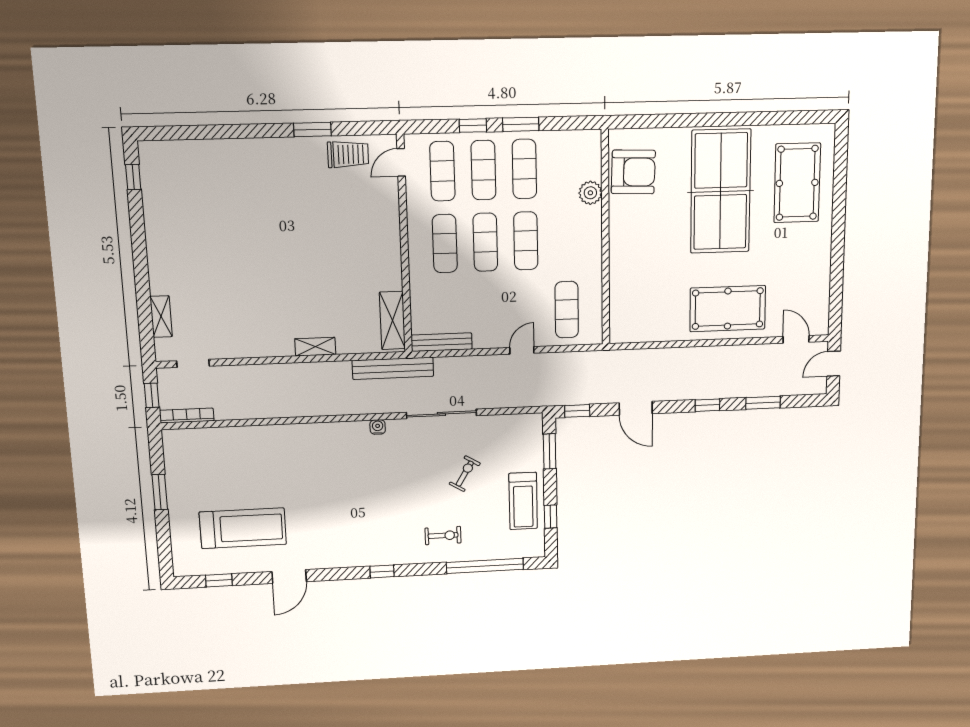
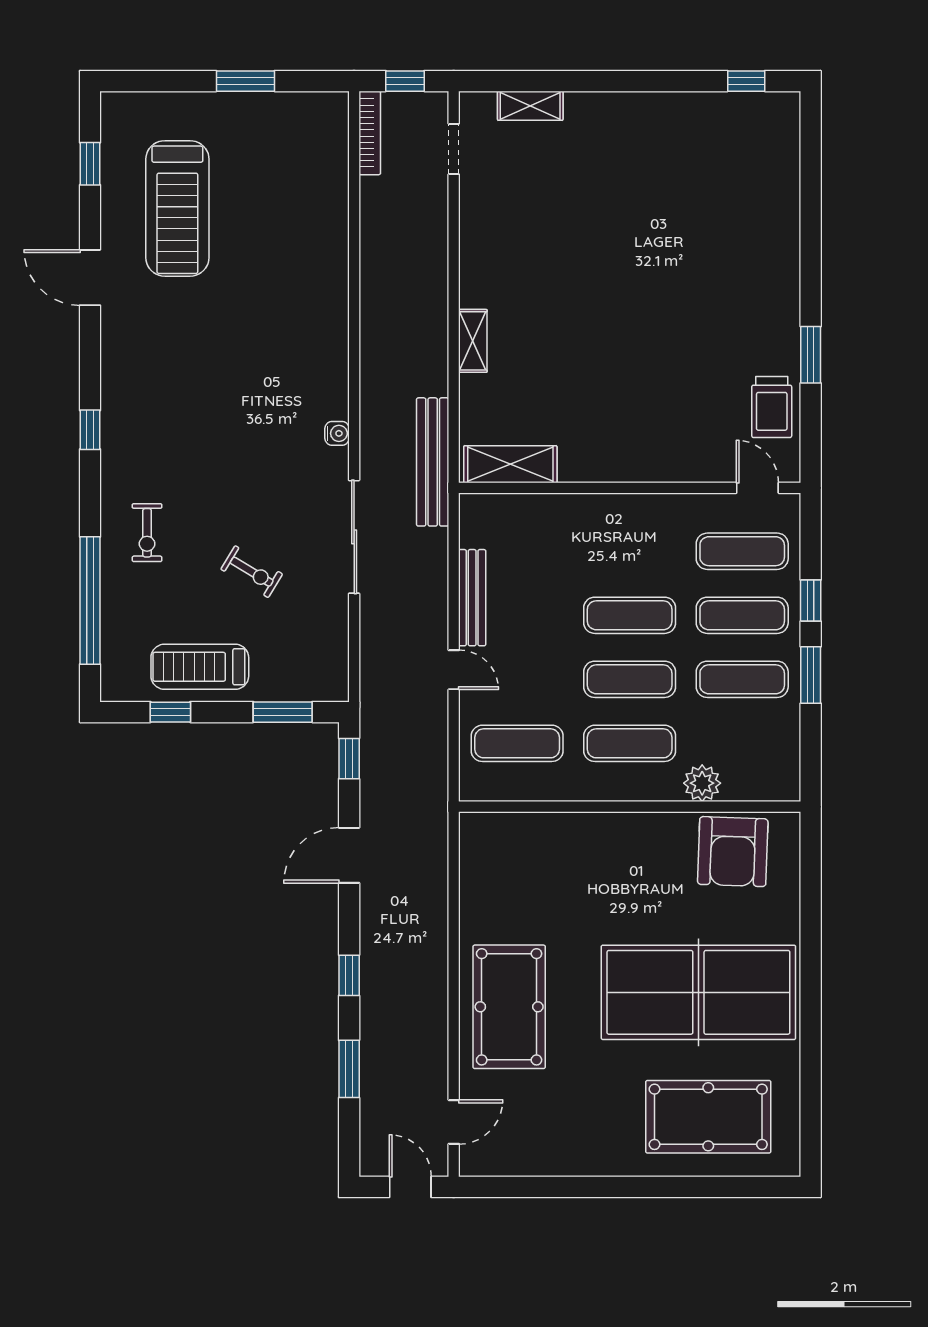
exercise mat: (445, 244) -> (630, 743), moved
bench: (442, 342) -> (472, 598), moved

